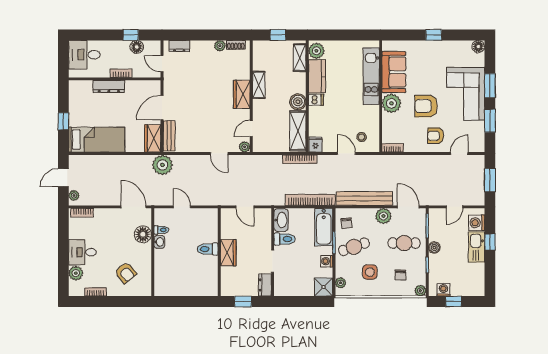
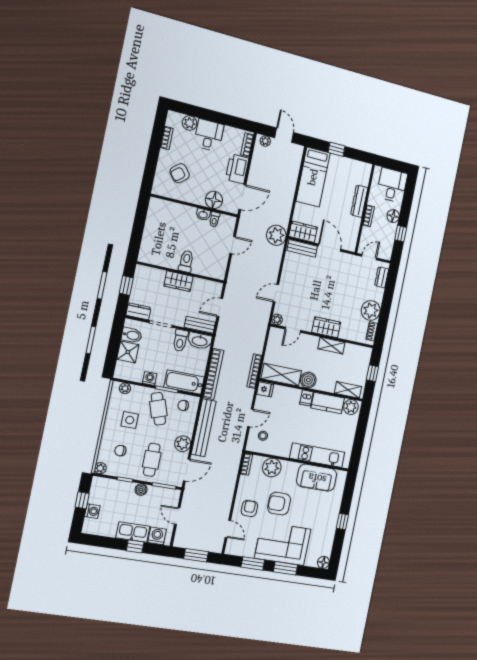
plant: (220, 46) -> (371, 311), width x1.88, depth x1.88
floor lamp: (137, 47) -> (393, 216), moved
plant: (391, 103) -> (272, 467), moved
armchair: (426, 106) -> (279, 504), turned -90
door: (251, 128) -> (293, 330), swing flipped
printer: (108, 218) -> (237, 169), added
bench: (266, 223) -> (200, 325), added
bidet: (289, 287) -> (132, 335), added
shower: (324, 287) -> (128, 352), moved
washing machine: (443, 290) -> (92, 511), moved

